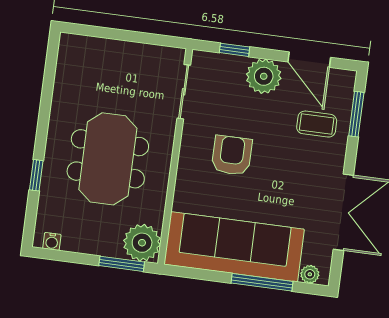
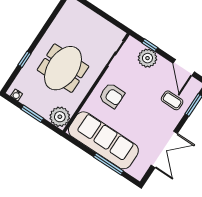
plant: (264, 76) -> (147, 58), moved
armchair: (232, 155) -> (112, 96), moved, turned 90
window: (122, 264) -> (32, 114), moved
plant: (310, 274) -> (134, 171), removed

